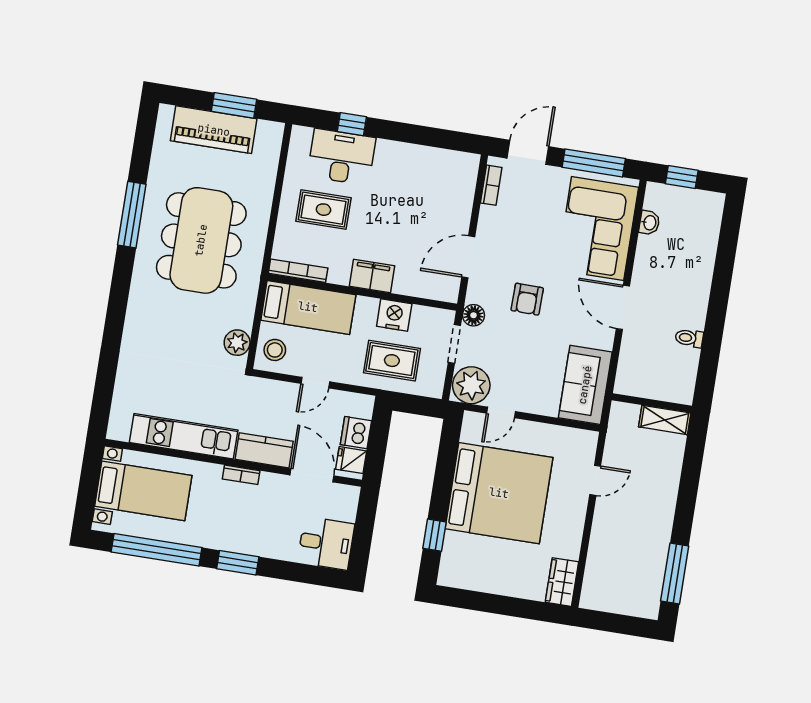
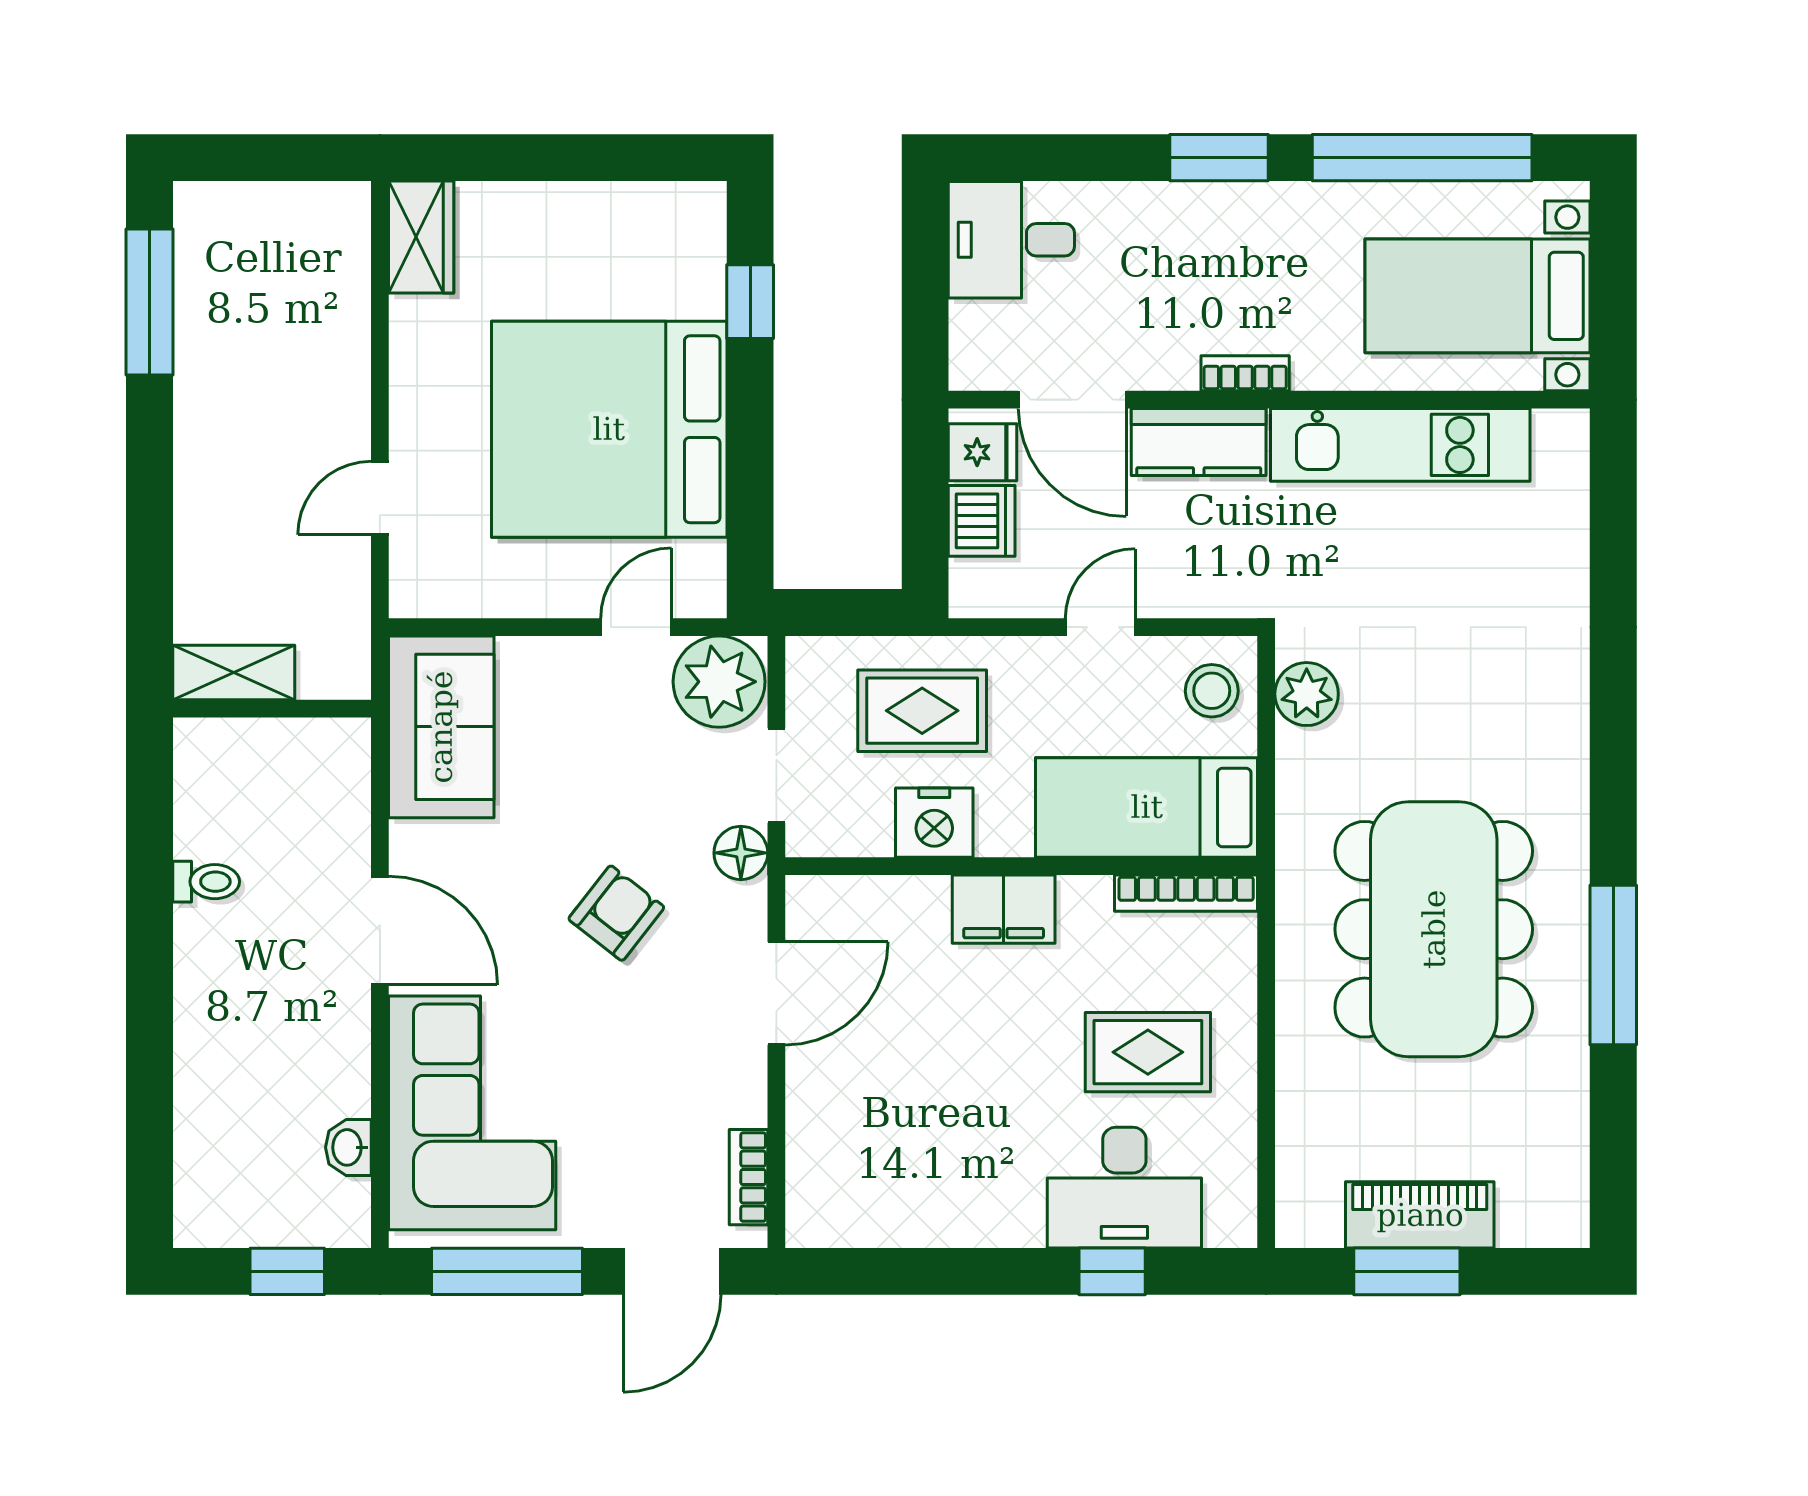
piano: (214, 130) -> (1420, 1215), width x0.73, depth x0.75
armchair: (527, 299) -> (616, 913), turned 37

